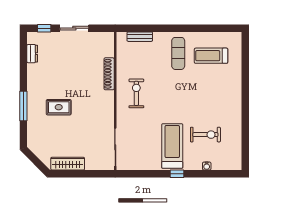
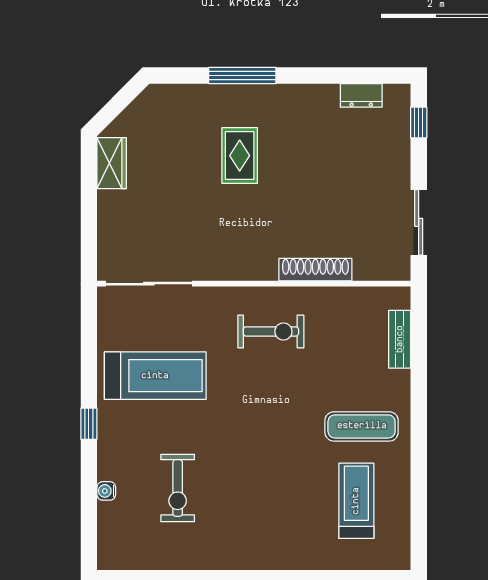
sliding door: (74, 28) -> (419, 222), moved
treadmill: (172, 146) -> (155, 376), moved
wardrobe: (68, 164) -> (112, 163), width x0.67

